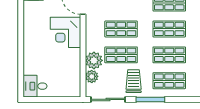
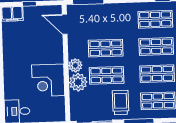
corner desk: (65, 32) -> (48, 80), moved
plant: (92, 76) -> (75, 65), moved

